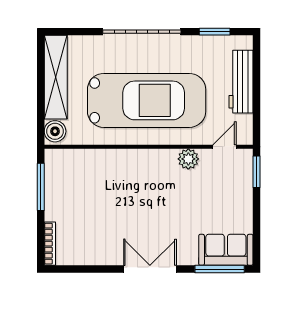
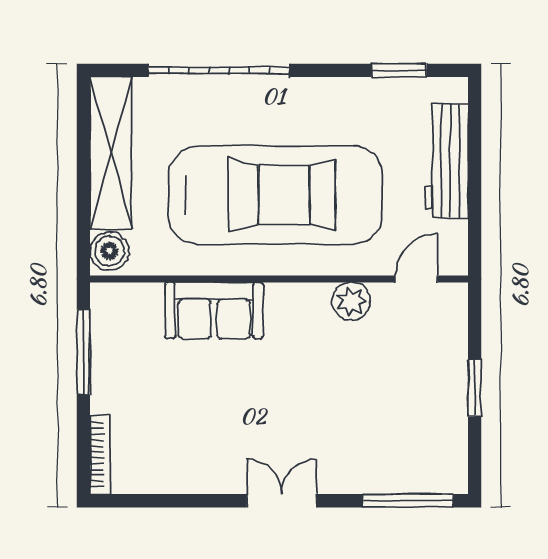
garage door: (142, 32) -> (219, 70), moved
window: (256, 172) -> (475, 388), moved
sofa: (226, 250) -> (214, 311), moved, turned 180
double door: (150, 269) -> (282, 501), width x0.73

